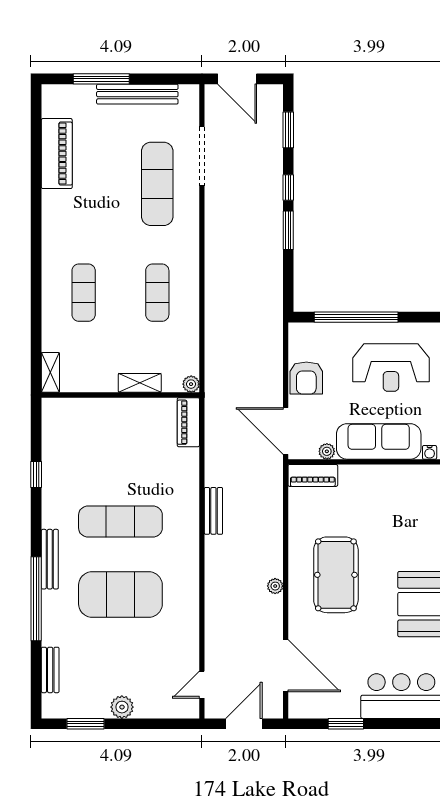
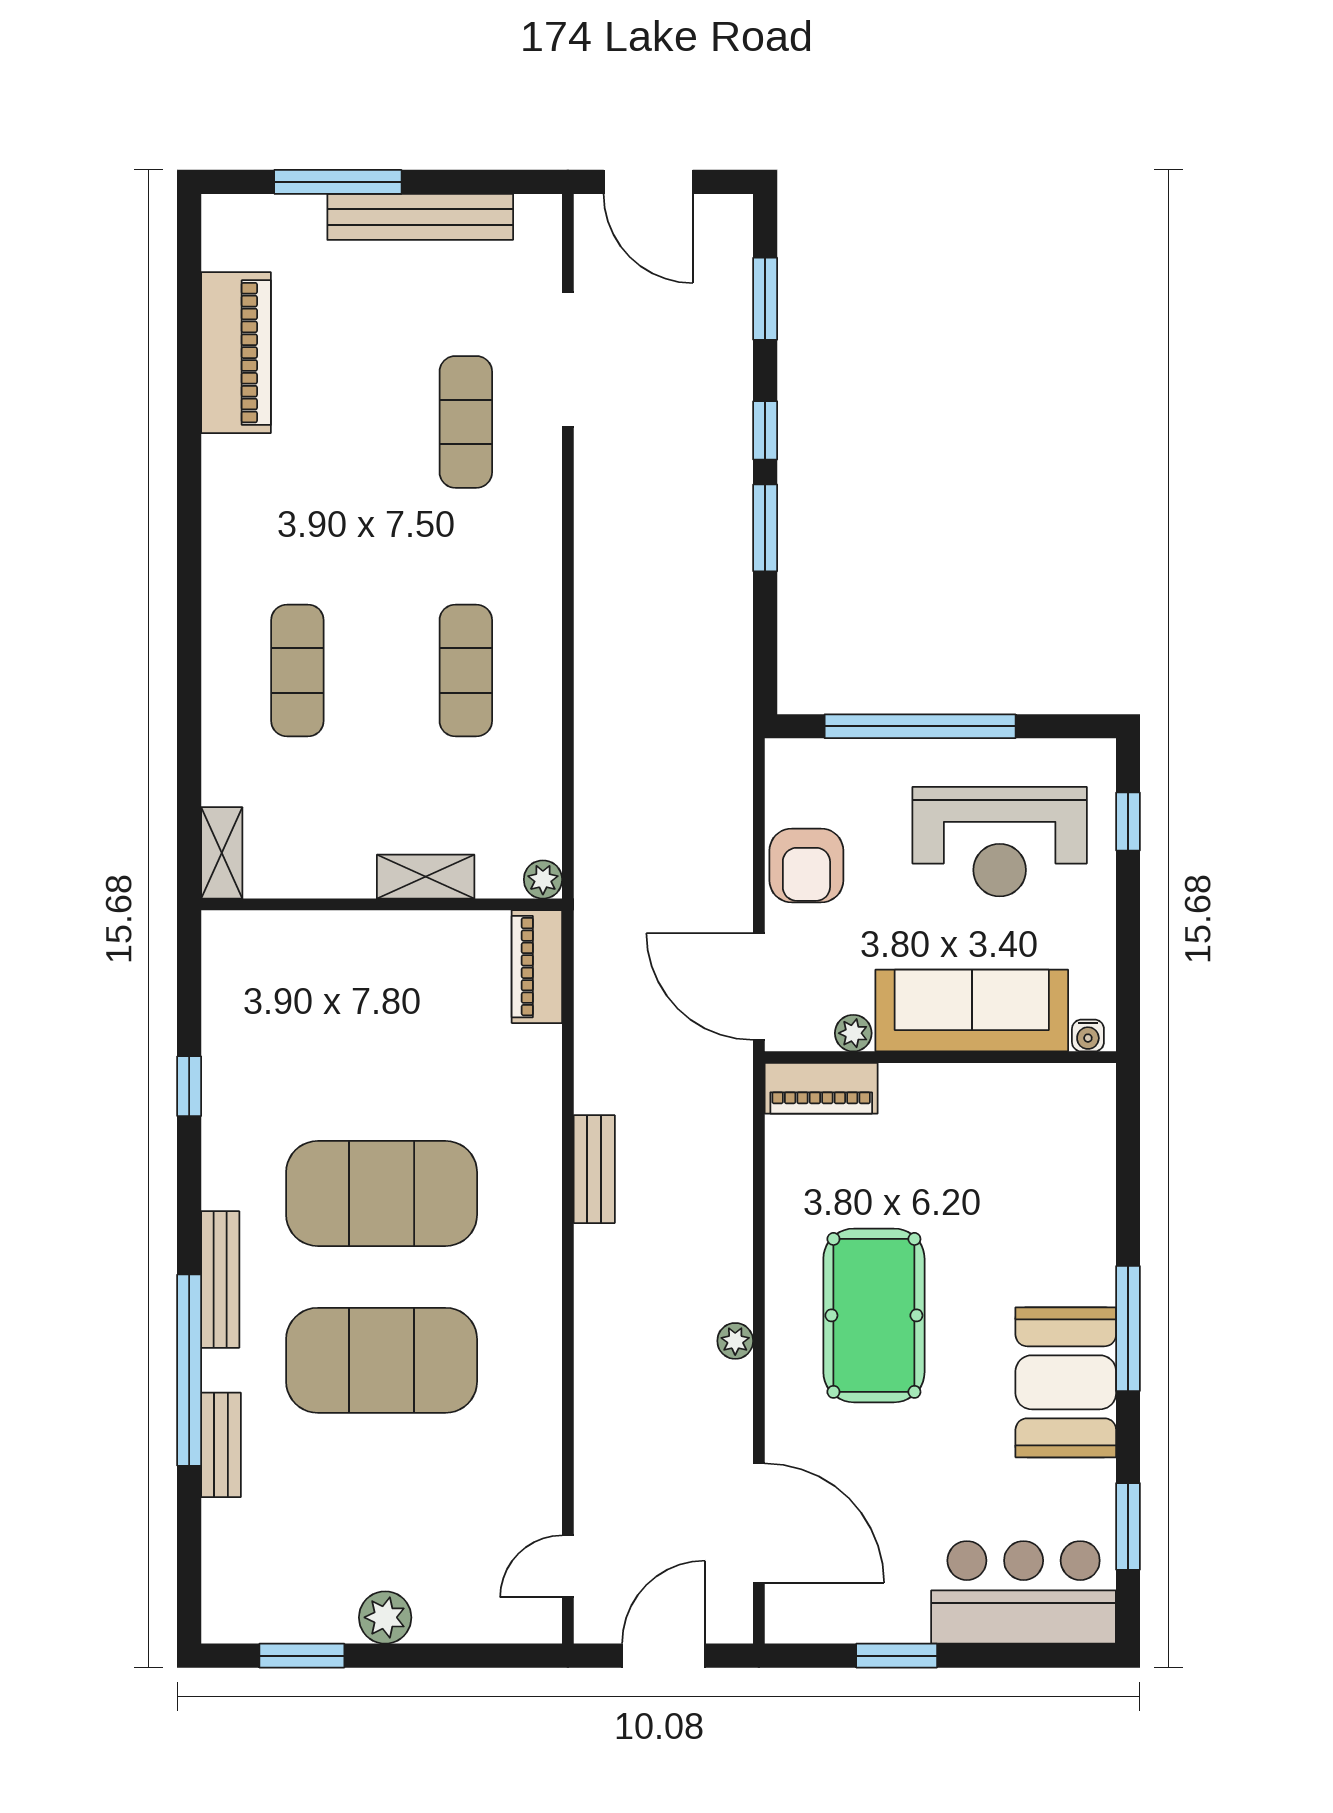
exercise mat: (157, 184) -> (466, 422), width x0.73, depth x0.69
exercise mat: (120, 522) -> (382, 1193), width x1.47
bench: (50, 670) -> (221, 1445), moved

